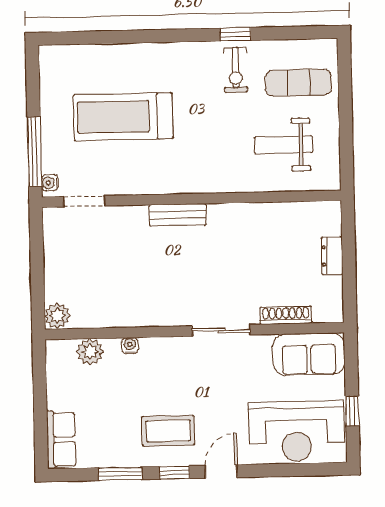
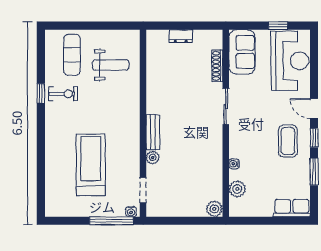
treadmill: (123, 117) -> (91, 165), turned 180
weight bench: (283, 145) -> (111, 65), turned -90
plant: (137, 215) -> (153, 158), added

